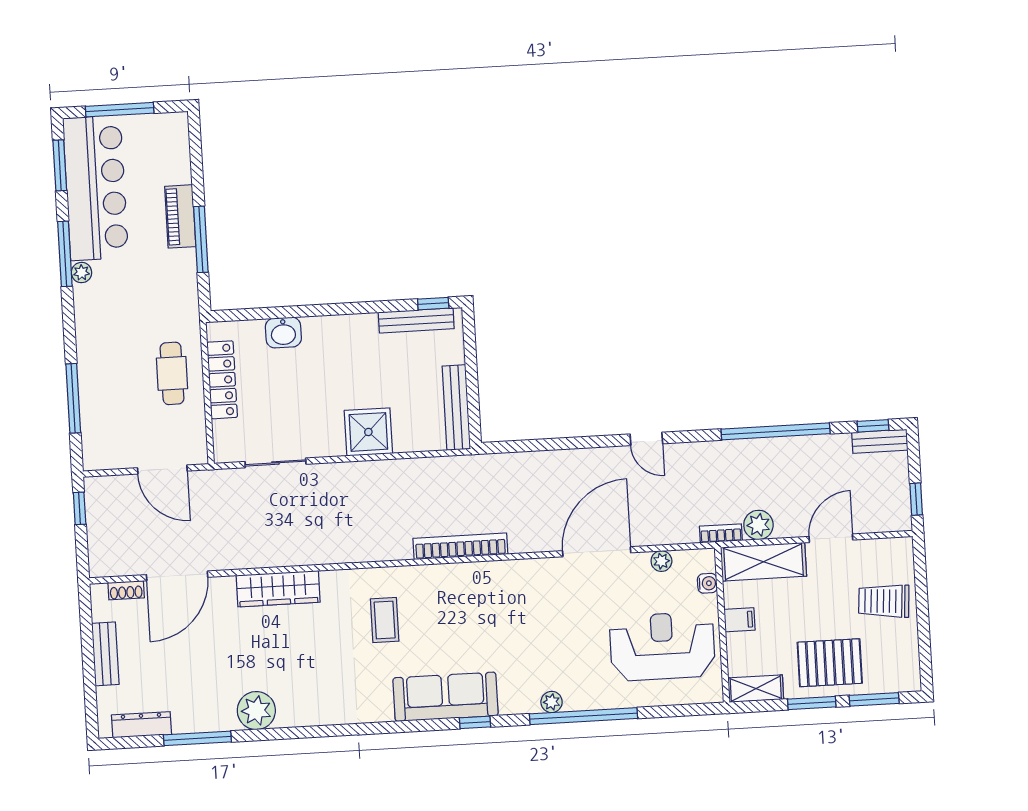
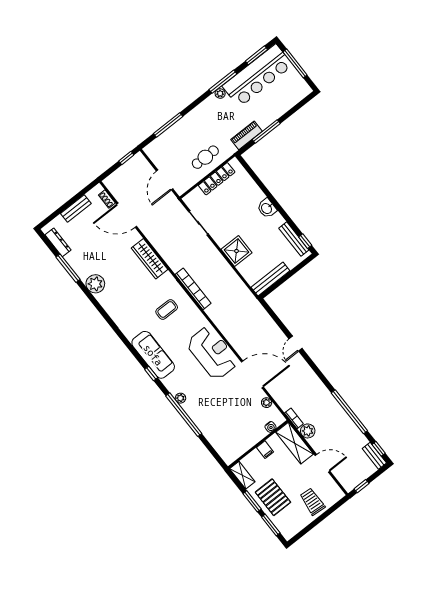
piano: (180, 216) -> (246, 135), moved
washbasin: (283, 333) -> (267, 208), moved
door: (646, 439) -> (296, 344), moved
bookcase: (460, 546) -> (193, 289), moved
reception desk: (662, 646) -> (212, 353), moved

